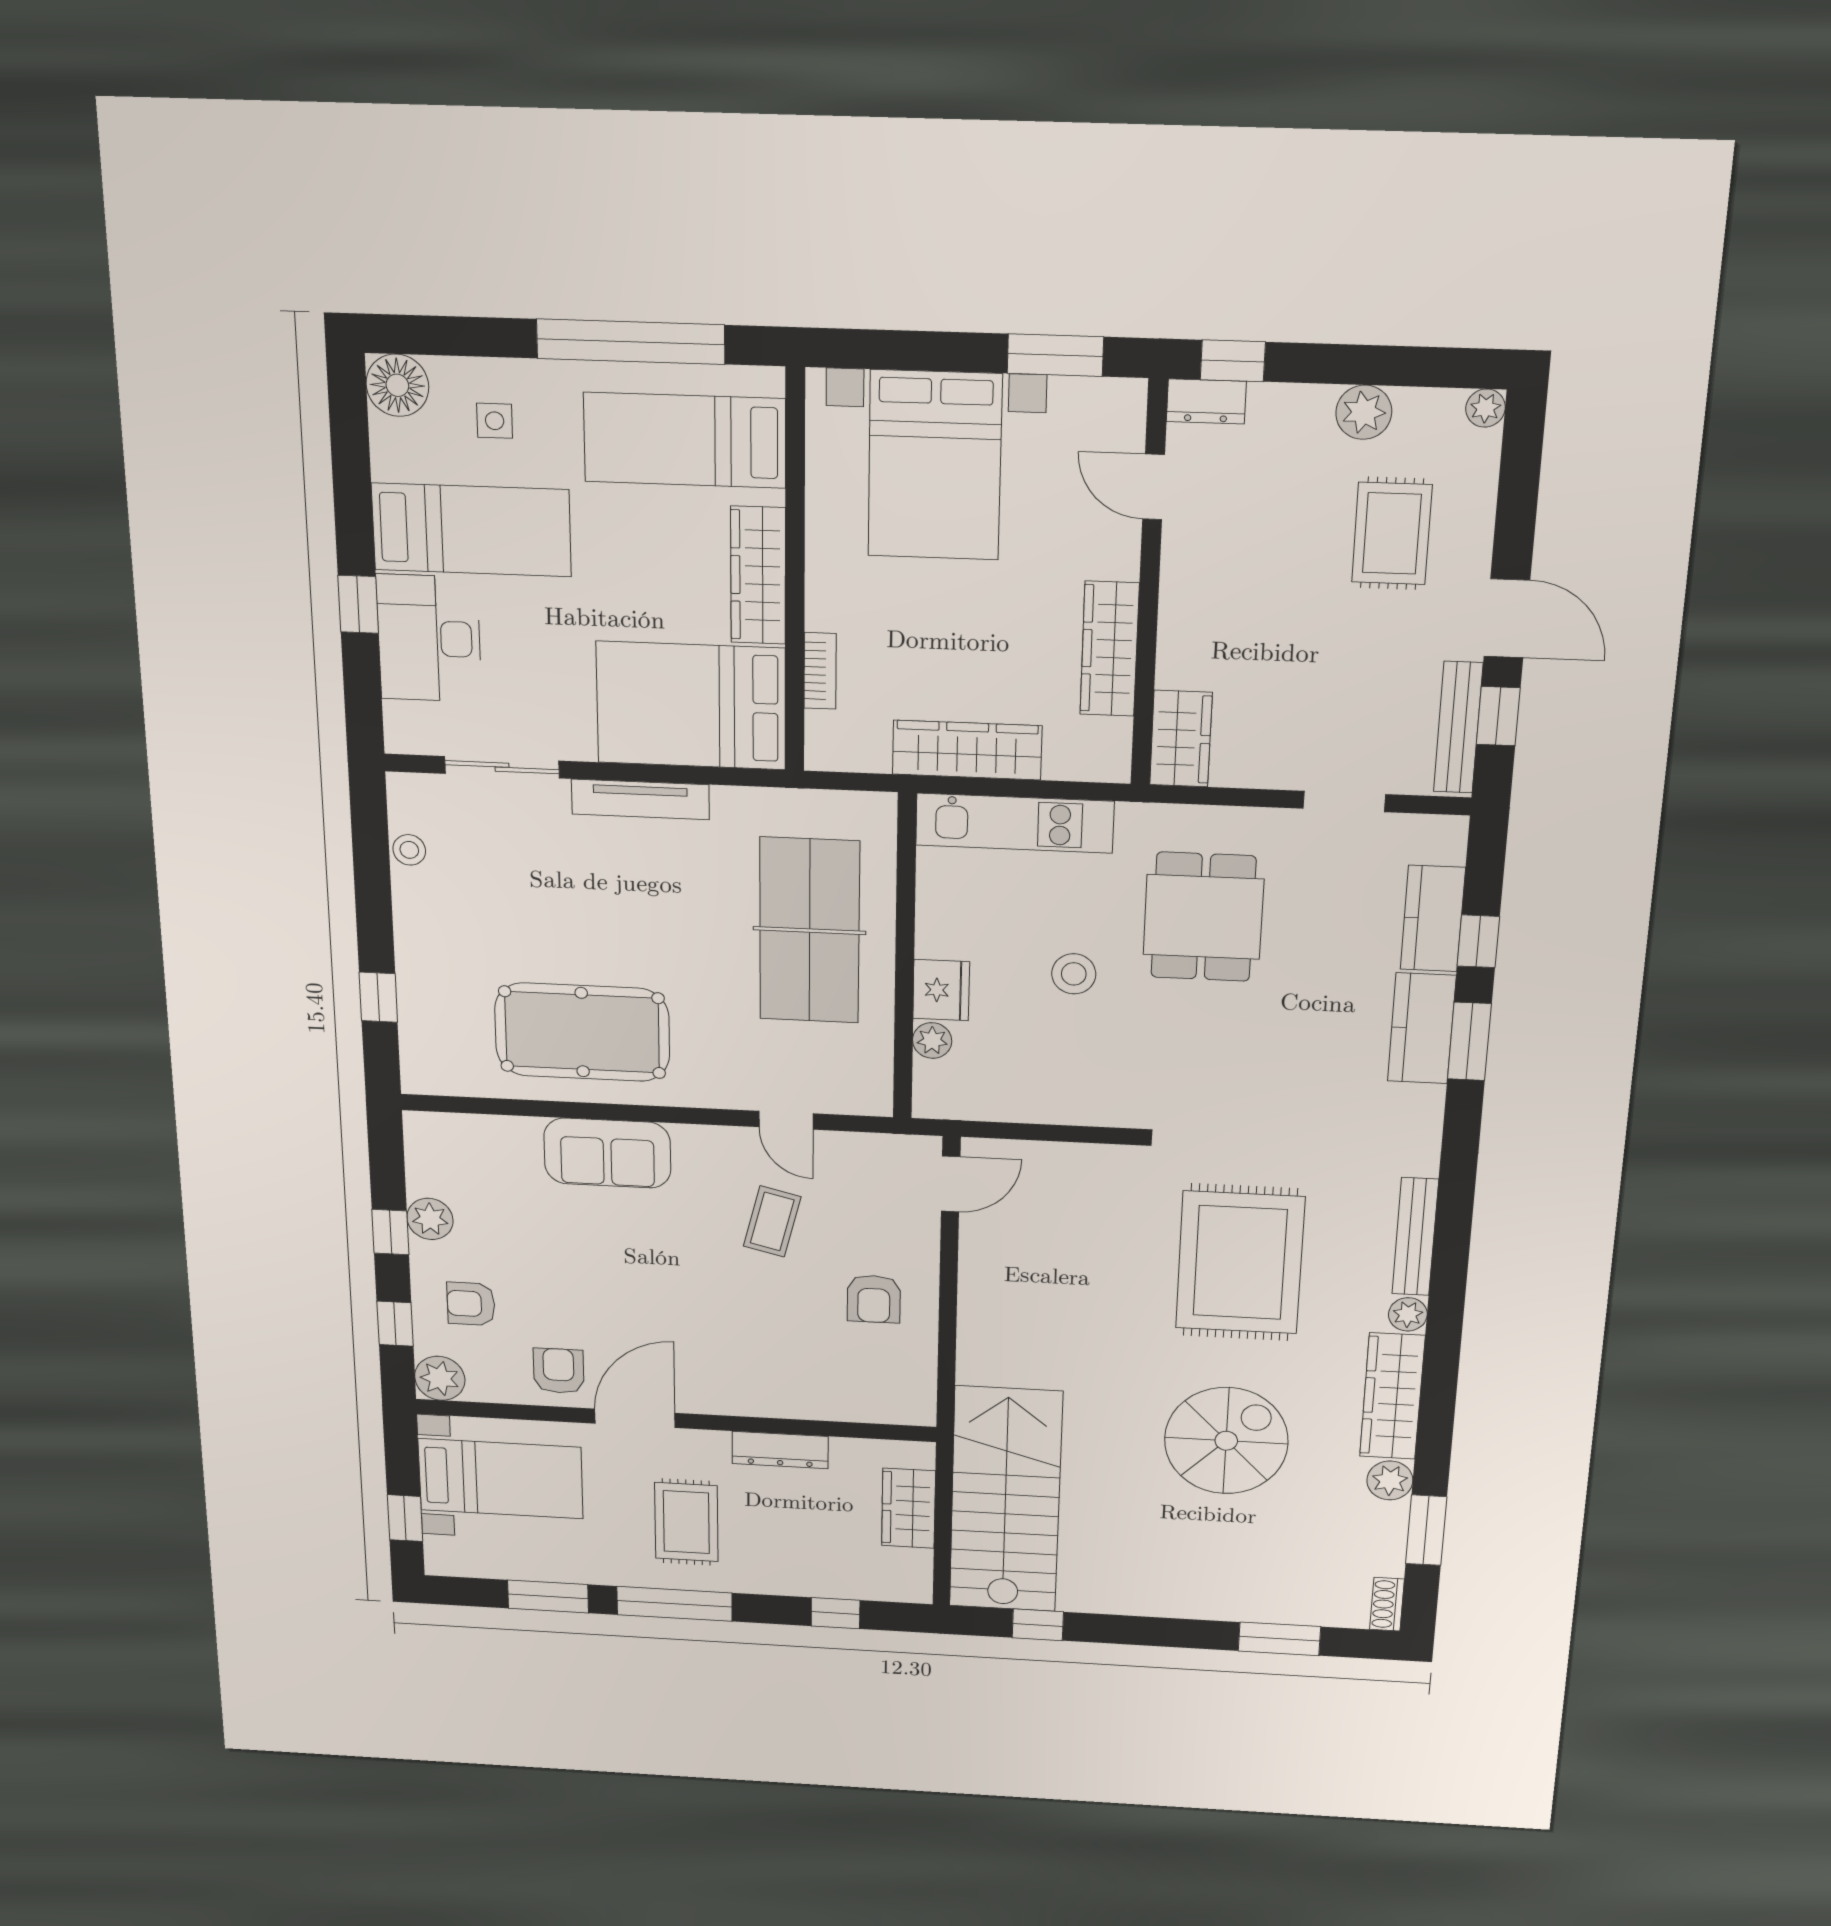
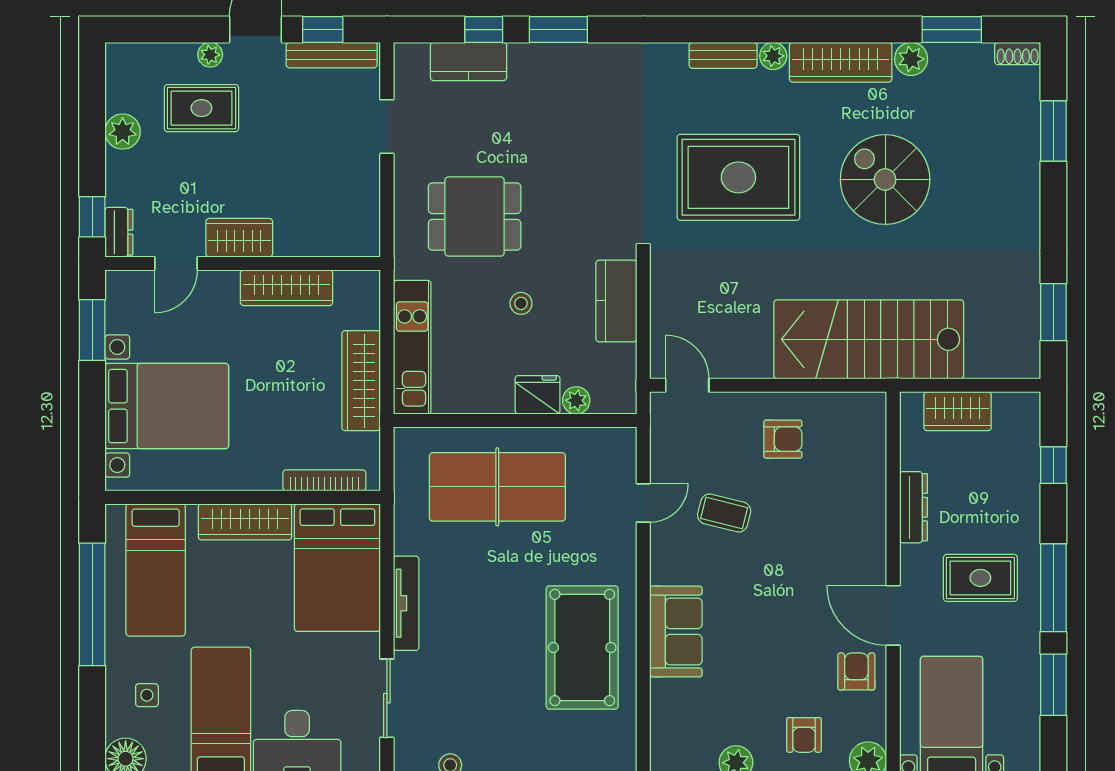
plant: (1486, 408) -> (210, 55), moved
bookcase: (820, 671) -> (324, 480), width x1.56
wardrobe: (1181, 739) -> (239, 238), moved
stool: (1074, 974) -> (521, 303), width x0.73, depth x0.73
kitchen counter: (1422, 1028) -> (616, 301), moved, turned 90
bench: (1415, 1237) -> (723, 55), width x0.73
armchair: (559, 1371) -> (856, 671), turned 90
stairs: (1006, 1500) -> (869, 339), moved
window: (1038, 1625) -> (1053, 312), width x1.50

